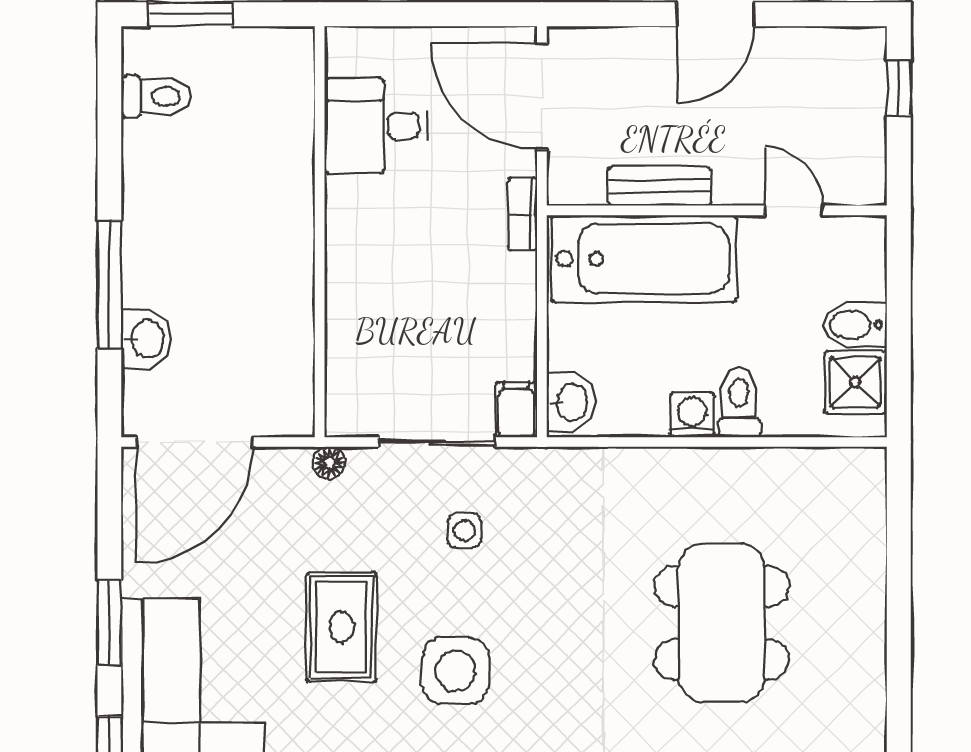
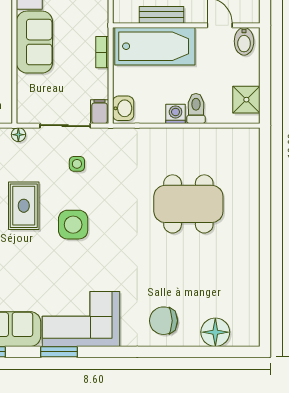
bookcase: (523, 214) -> (102, 52), moved
sofa: (366, 249) -> (34, 42), added
bidet: (855, 325) -> (244, 41), moved, turned -90
dining table: (722, 623) -> (188, 204), turned 90

